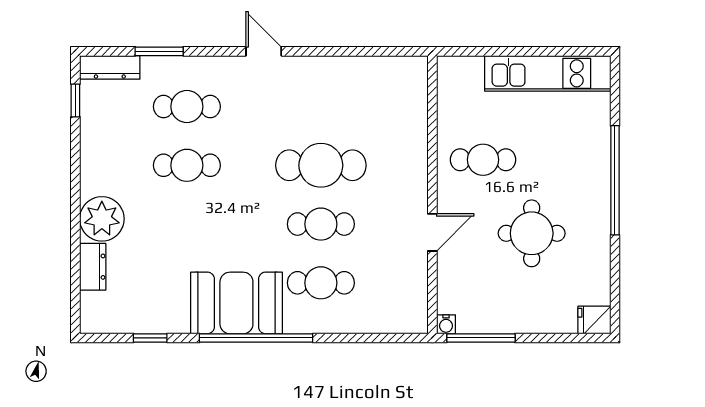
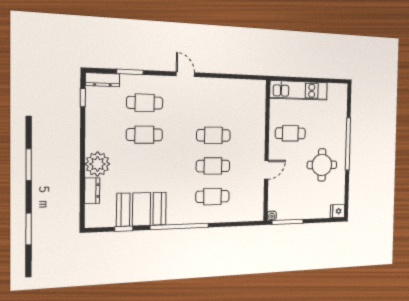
kitchen unit: (548, 73) -> (299, 90), moved
cafe table: (321, 165) -> (213, 135), width x0.73, depth x0.74
round table: (532, 233) -> (322, 165), moved
booth: (236, 303) -> (141, 209), moved

